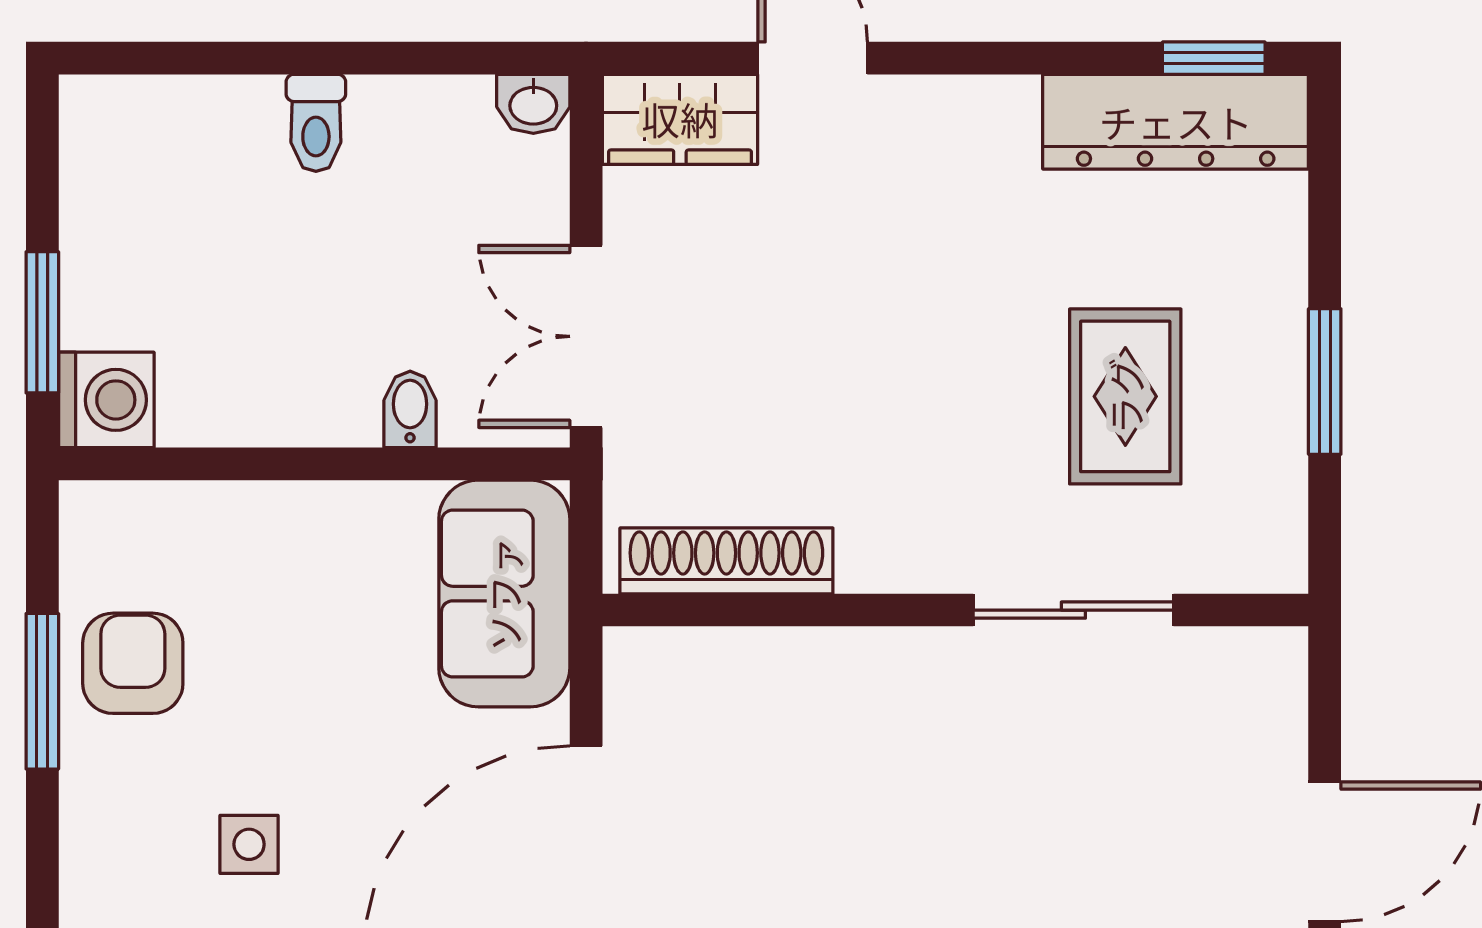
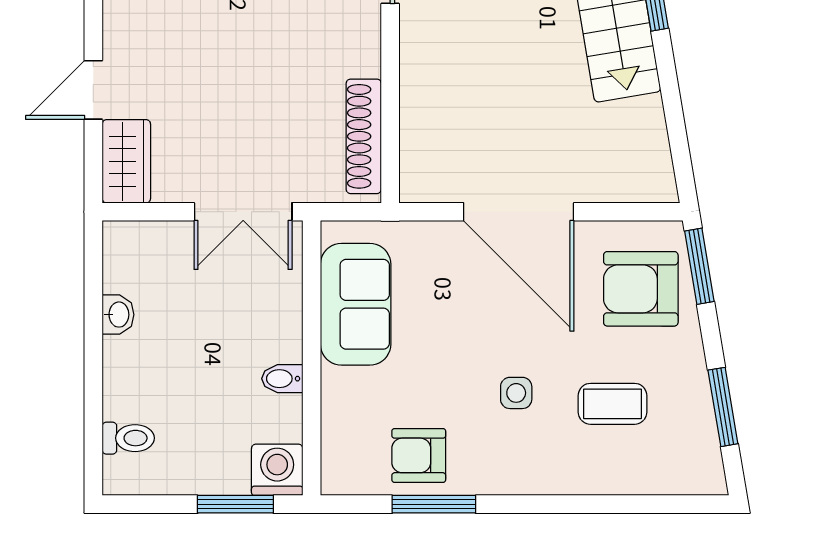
washbasin: (533, 104) -> (118, 315), moved
toilet: (316, 123) -> (128, 438), moved
bidet: (410, 409) -> (282, 379), moved
sofa: (504, 594) -> (356, 304), moved, turned -90

